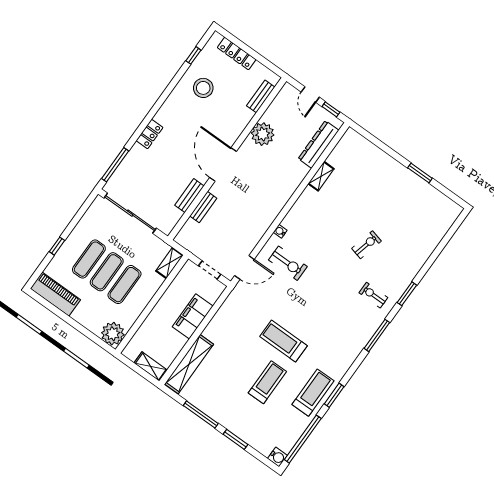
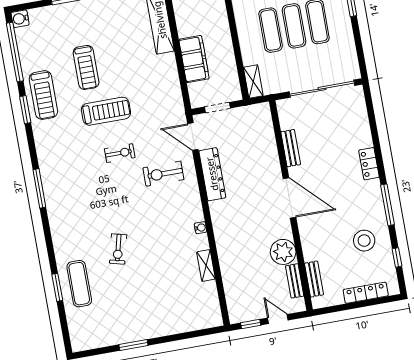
dresser: (319, 144) -> (212, 174), moved
window: (115, 165) -> (387, 205), moved
bench: (203, 207) -> (295, 281), moved
water cooler: (280, 231) -> (201, 228), moved
exercise mat: (414, 248) -> (79, 284), added
door: (244, 267) -> (193, 137), hinge flipped
window: (407, 294) -> (57, 287), moved
exercise bike: (373, 295) -> (120, 153), moved

